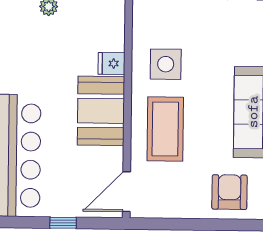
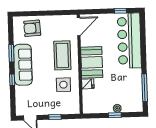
armchair: (229, 192) -> (32, 28), turned 87
window: (63, 223) -> (120, 11), moved

